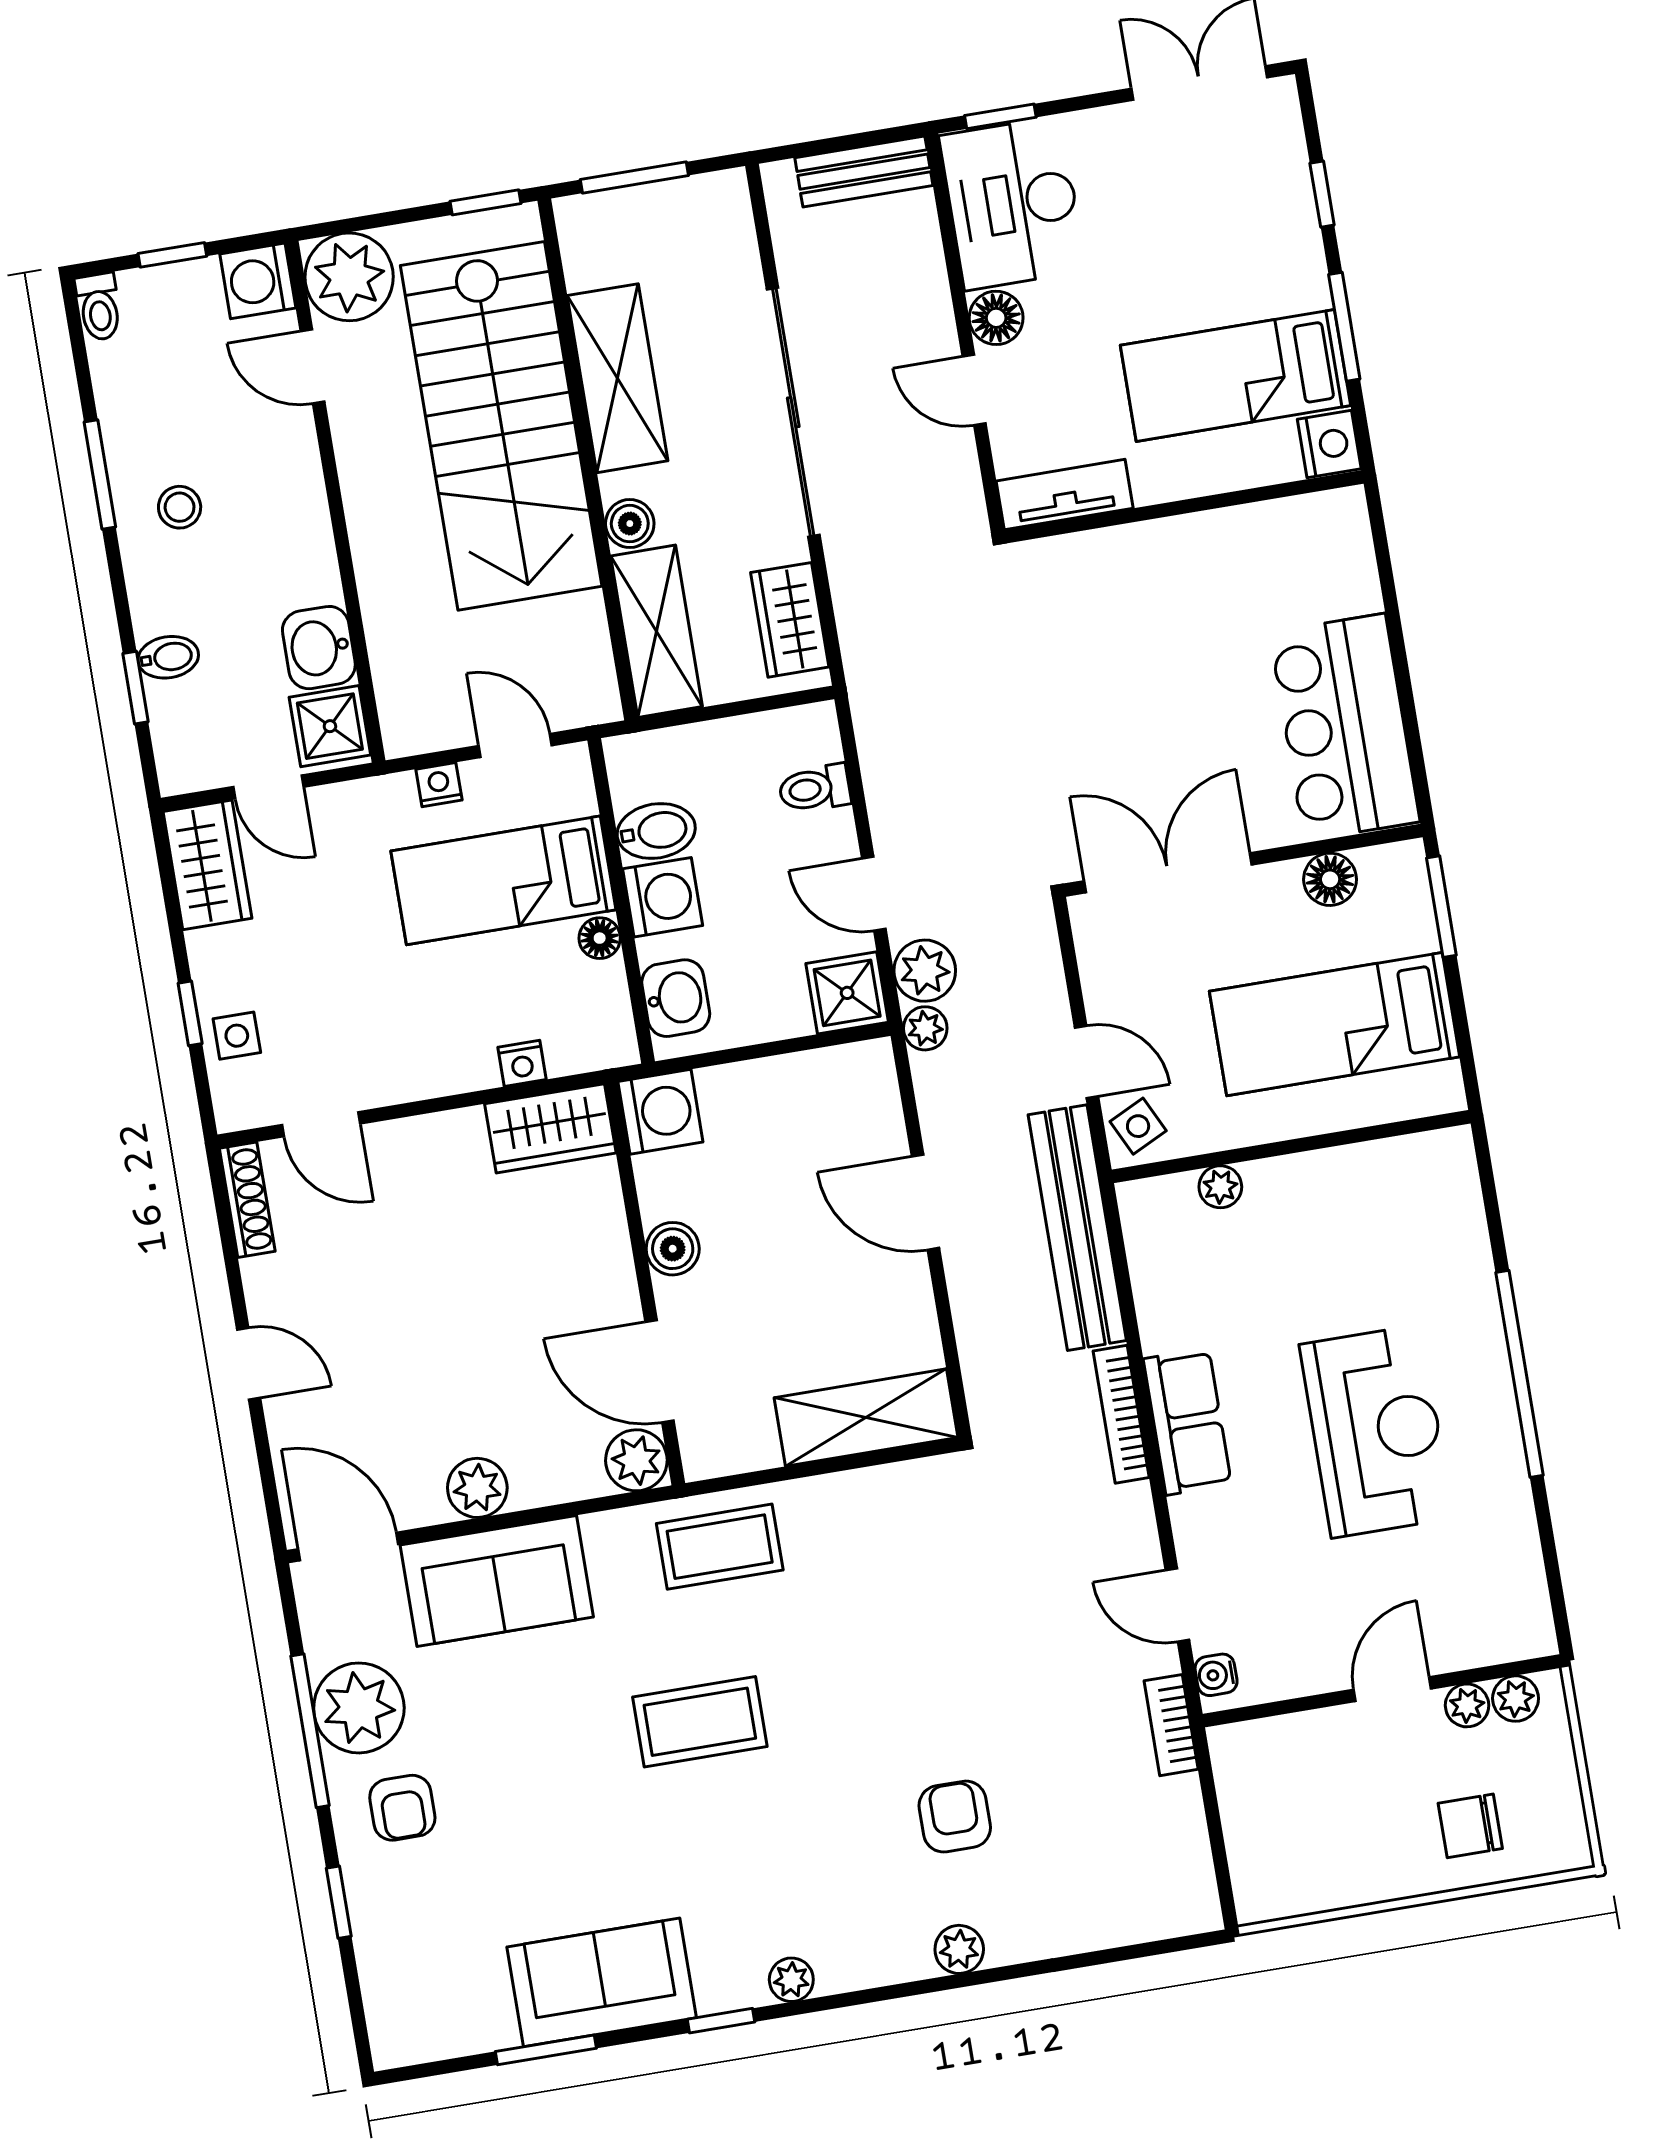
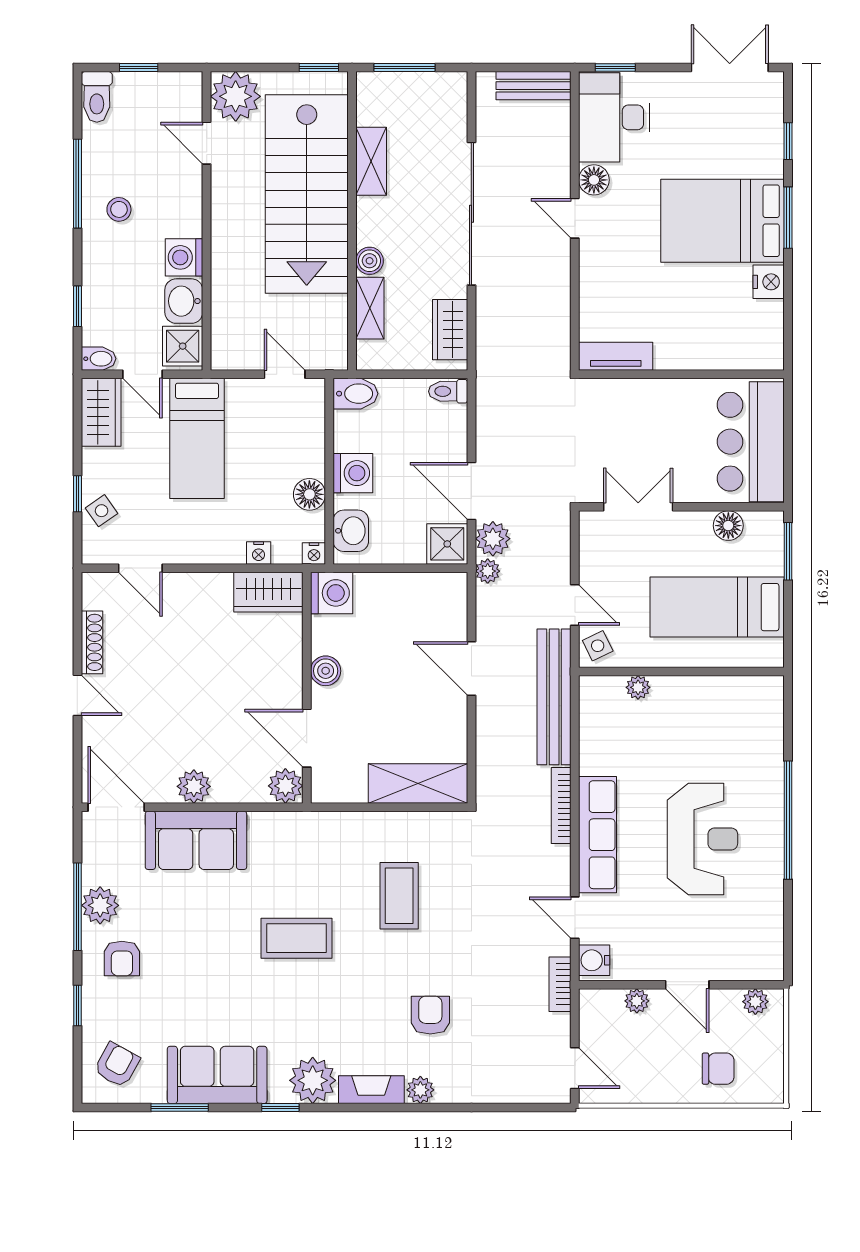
washing machine: (258, 281) -> (184, 257), moved
toilet: (99, 307) -> (97, 97), width x1.37, depth x1.39
bed: (1235, 375) -> (723, 221), width x1.50
shelving: (617, 378) -> (371, 161), width x0.67, depth x0.75
window: (100, 474) -> (77, 184), width x1.44
tv unit: (1065, 495) -> (616, 356), moved
wall: (1184, 507) -> (681, 374), moved
shelving: (657, 631) -> (370, 308), width x0.67, depth x0.75
bidet: (168, 657) -> (99, 359), moved
nightstand: (439, 785) -> (314, 553), moved, turned 180
toilet: (815, 789) -> (448, 391), moved
bidet: (656, 831) -> (356, 394), moved
double door: (1168, 873) -> (638, 507), width x0.73
bed: (503, 880) -> (197, 438), moved, turned -90
door: (874, 894) -> (471, 491), width x1.38
floor lamp: (600, 938) -> (309, 494), width x1.37, depth x1.37
side table: (237, 1036) -> (102, 511), turned -35
shoe rack: (247, 1200) -> (92, 642), moved
row of seats: (1187, 1422) -> (598, 835), width x1.48
coffee table: (720, 1547) -> (399, 896), moved, turned 90
water cooler: (1216, 1675) -> (594, 960), width x1.38, depth x1.38
door: (1392, 1689) -> (687, 985), swing flipped
plant: (1467, 1705) -> (637, 1001), moved
plant: (359, 1708) -> (100, 905), width x0.73, depth x0.73
chair: (1470, 1826) -> (718, 1069), turned 180
door: (1221, 1867) -> (575, 1068), added
fireplace: (874, 1963) -> (371, 1090), added
plant: (791, 1980) -> (313, 1080), width x1.88, depth x1.88
armchair: (425, 1994) -> (117, 1065), added

